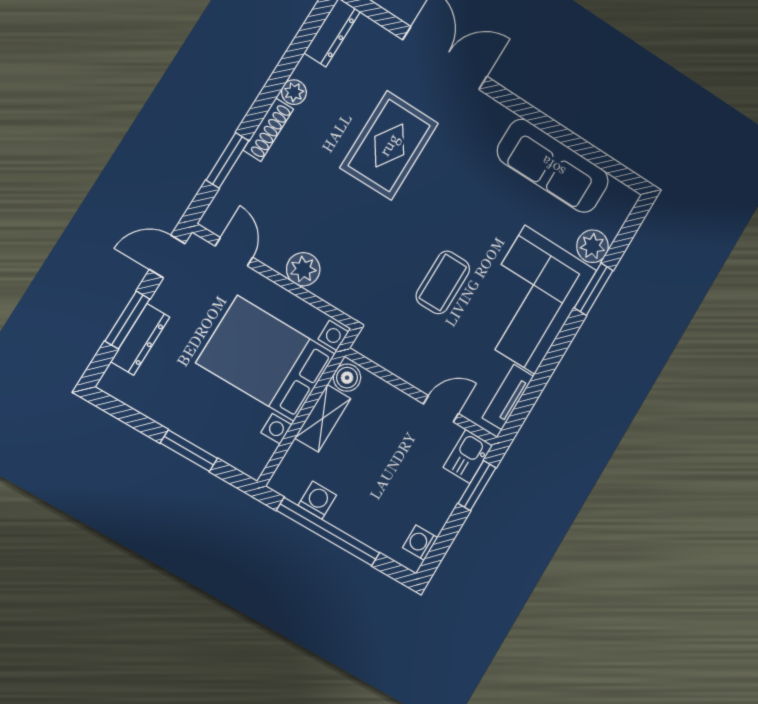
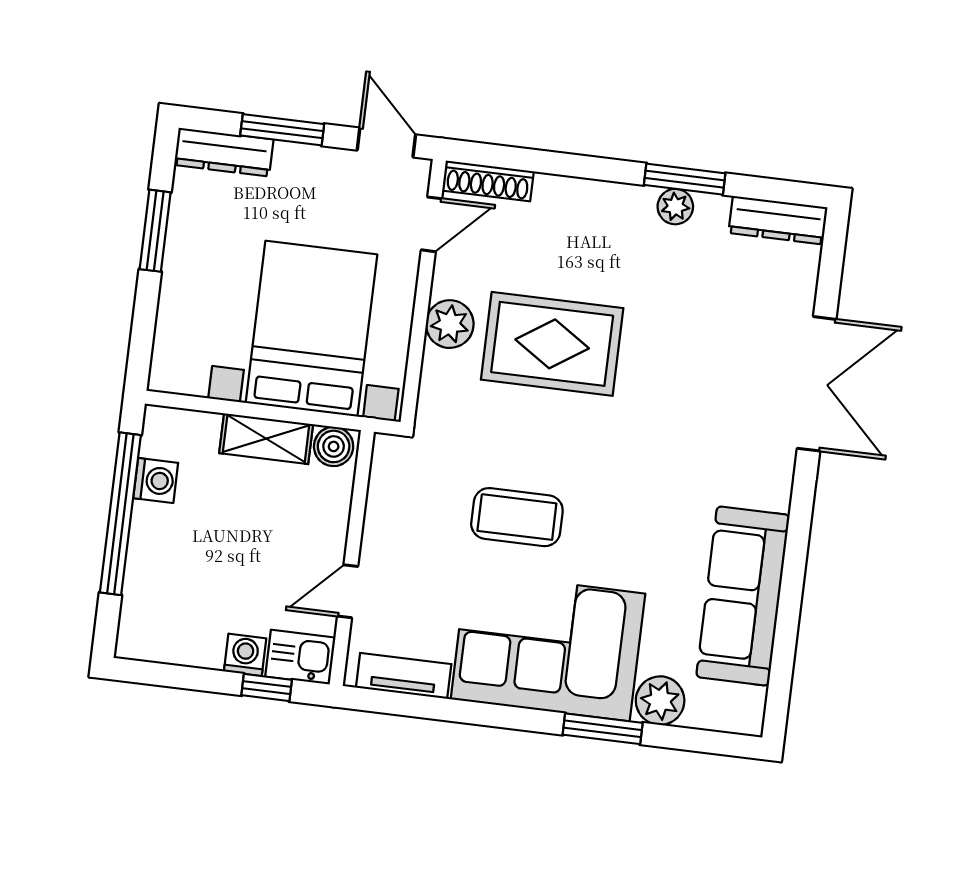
shoe rack: (268, 130) -> (488, 181), moved
rug: (389, 145) -> (552, 344), moved
window: (227, 160) -> (685, 179), moved
dresser: (140, 339) -> (224, 152), moved
door: (441, 409) -> (348, 591), swing flipped
window: (189, 451) -> (155, 231), moved
window: (477, 486) -> (267, 688), width x0.67
washing machine: (420, 543) -> (245, 655), moved

